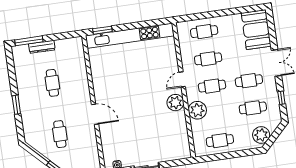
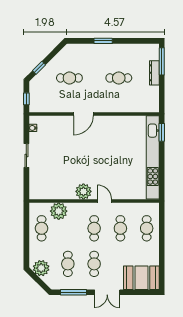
window: (281, 98) -> (74, 292), width x2.17
plant: (197, 110) -> (59, 211), moved

